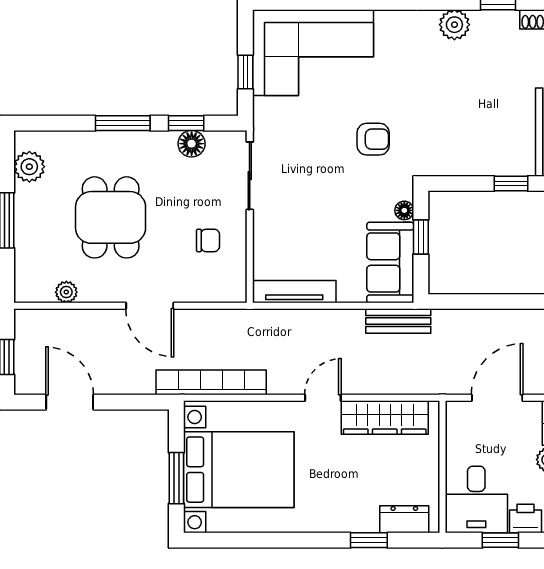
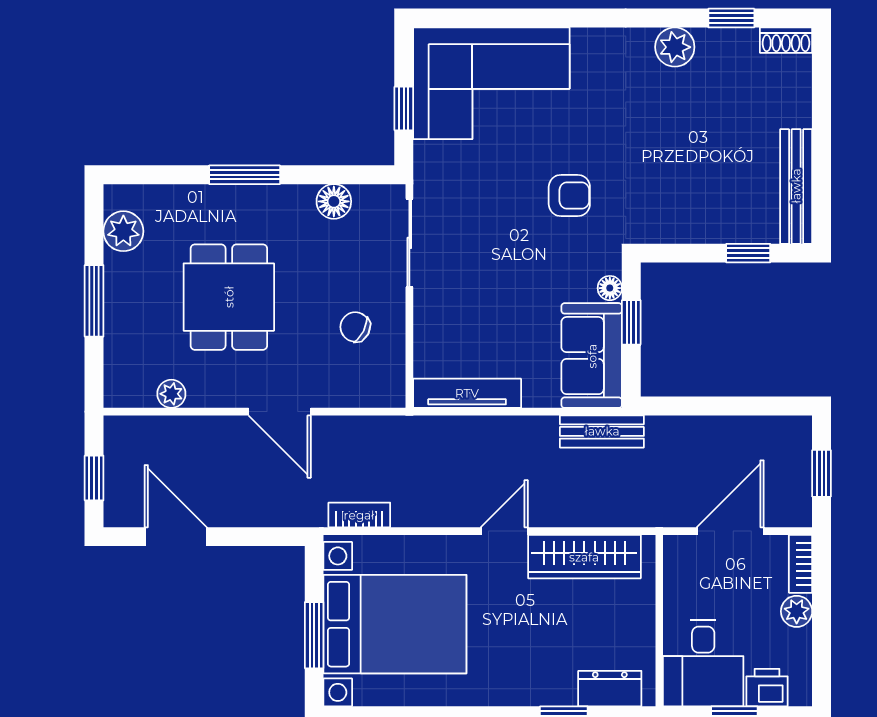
window: (186, 123) -> (327, 175), removed
chair: (208, 240) -> (355, 327), turned -153
bookcase: (211, 382) -> (359, 515), width x0.43, depth x0.76

